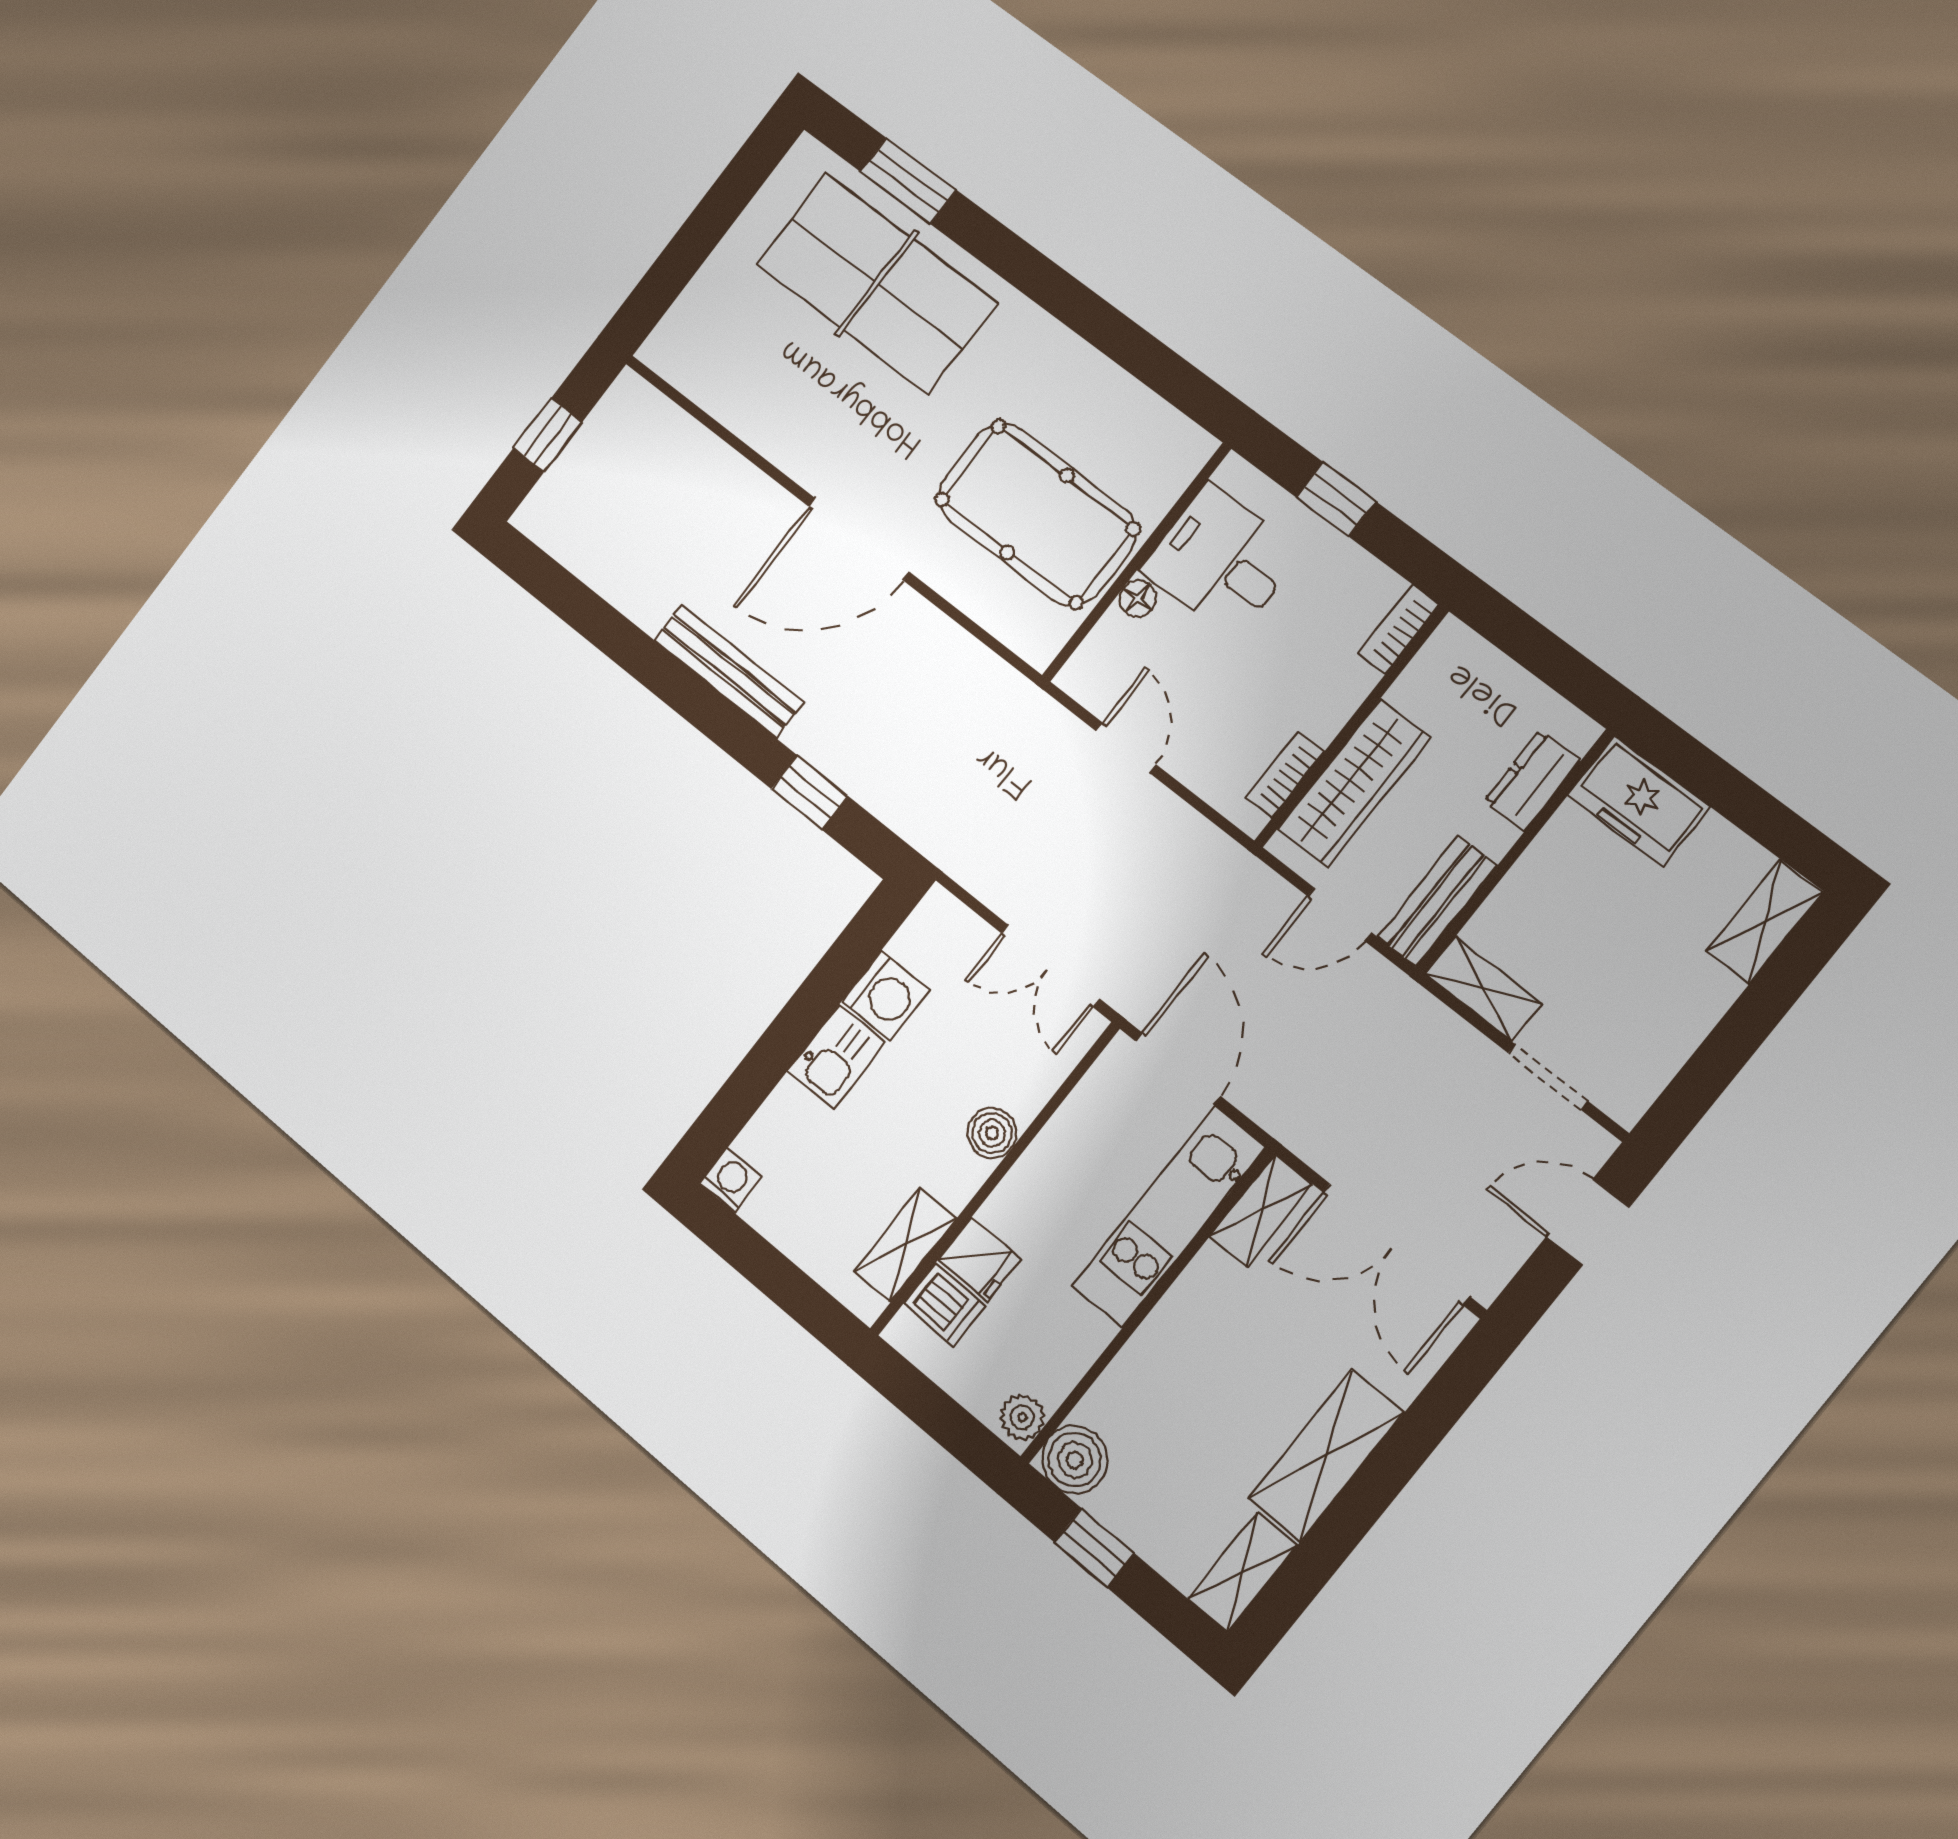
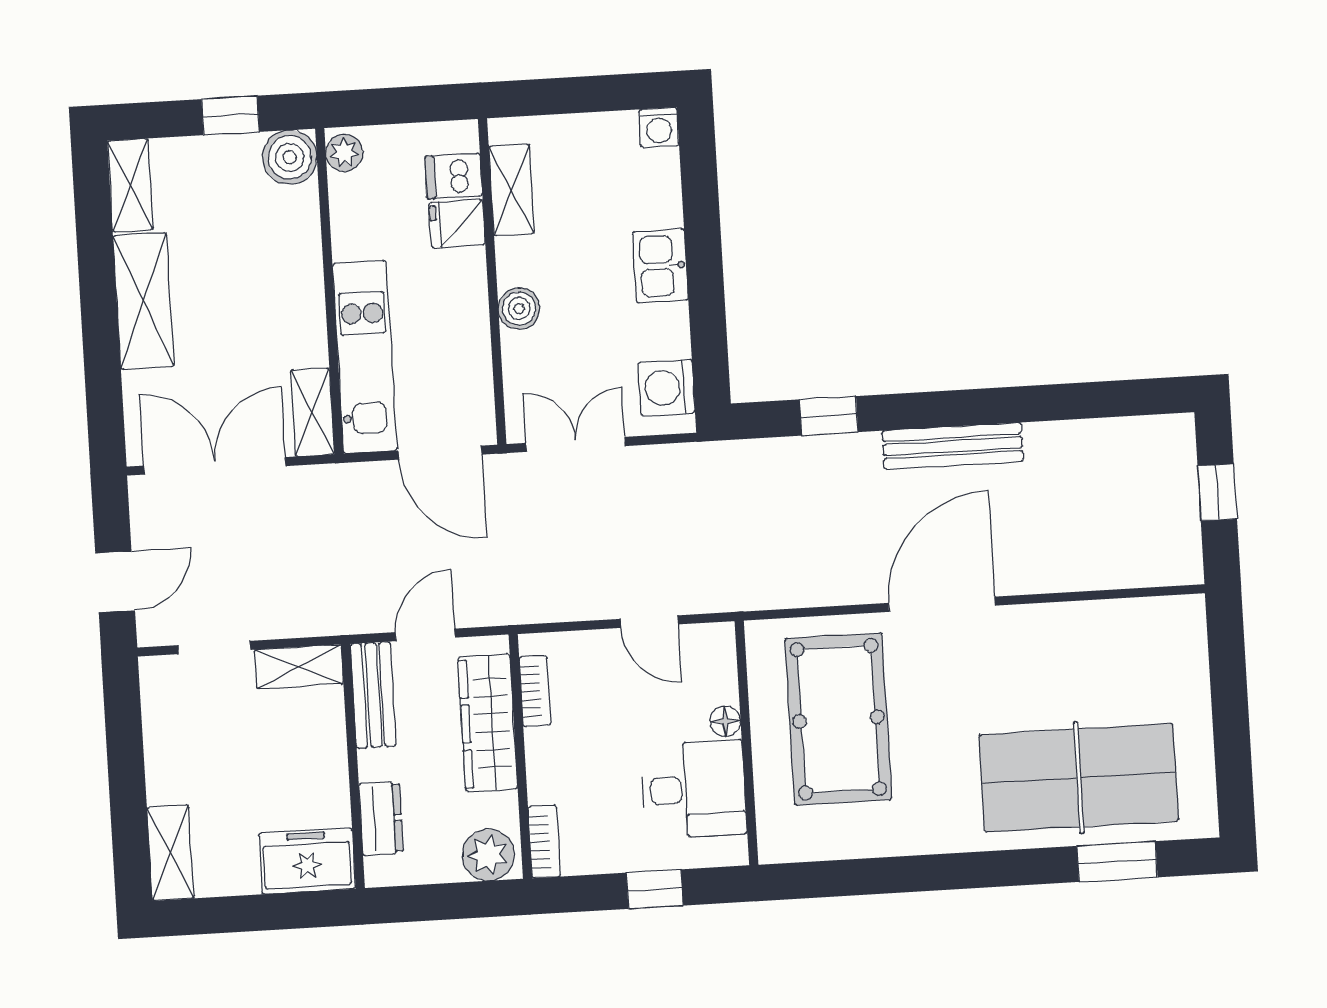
pool table: (1037, 514) -> (838, 719), turned 90
plant: (1462, 661) -> (488, 855), added
washing machine: (886, 996) -> (667, 388), moved

